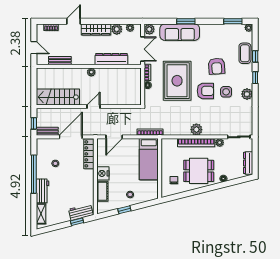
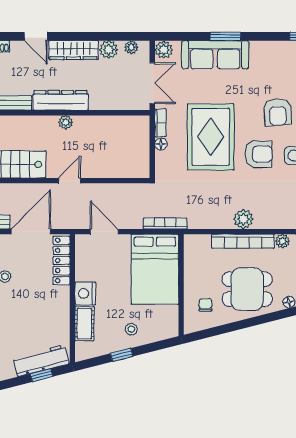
door: (74, 21) -> (36, 36), swing flipped
dresser: (111, 59) -> (61, 100), moved
door: (114, 137) -> (104, 232), swing flipped
bed: (149, 159) -> (155, 269), width x1.50
workbench: (81, 212) -> (41, 361), width x1.38

